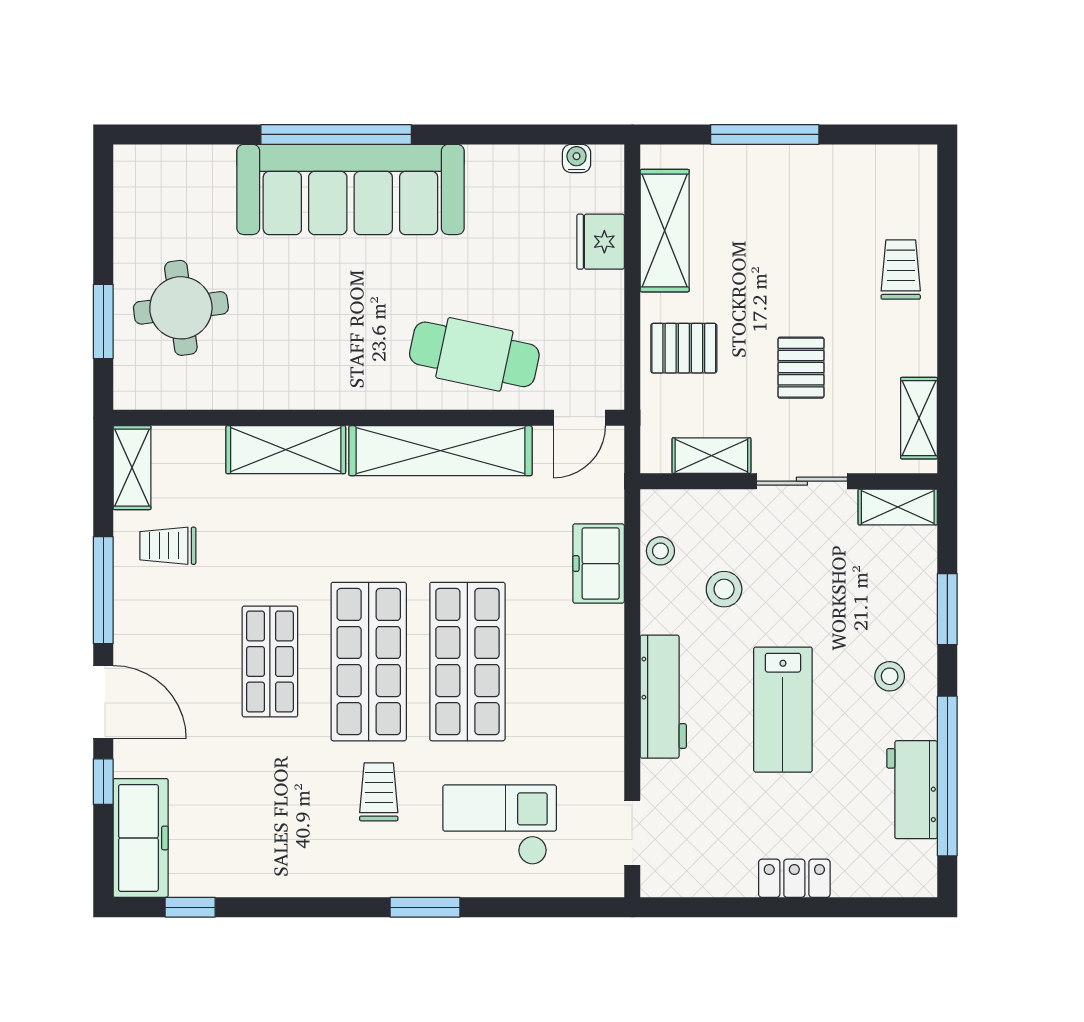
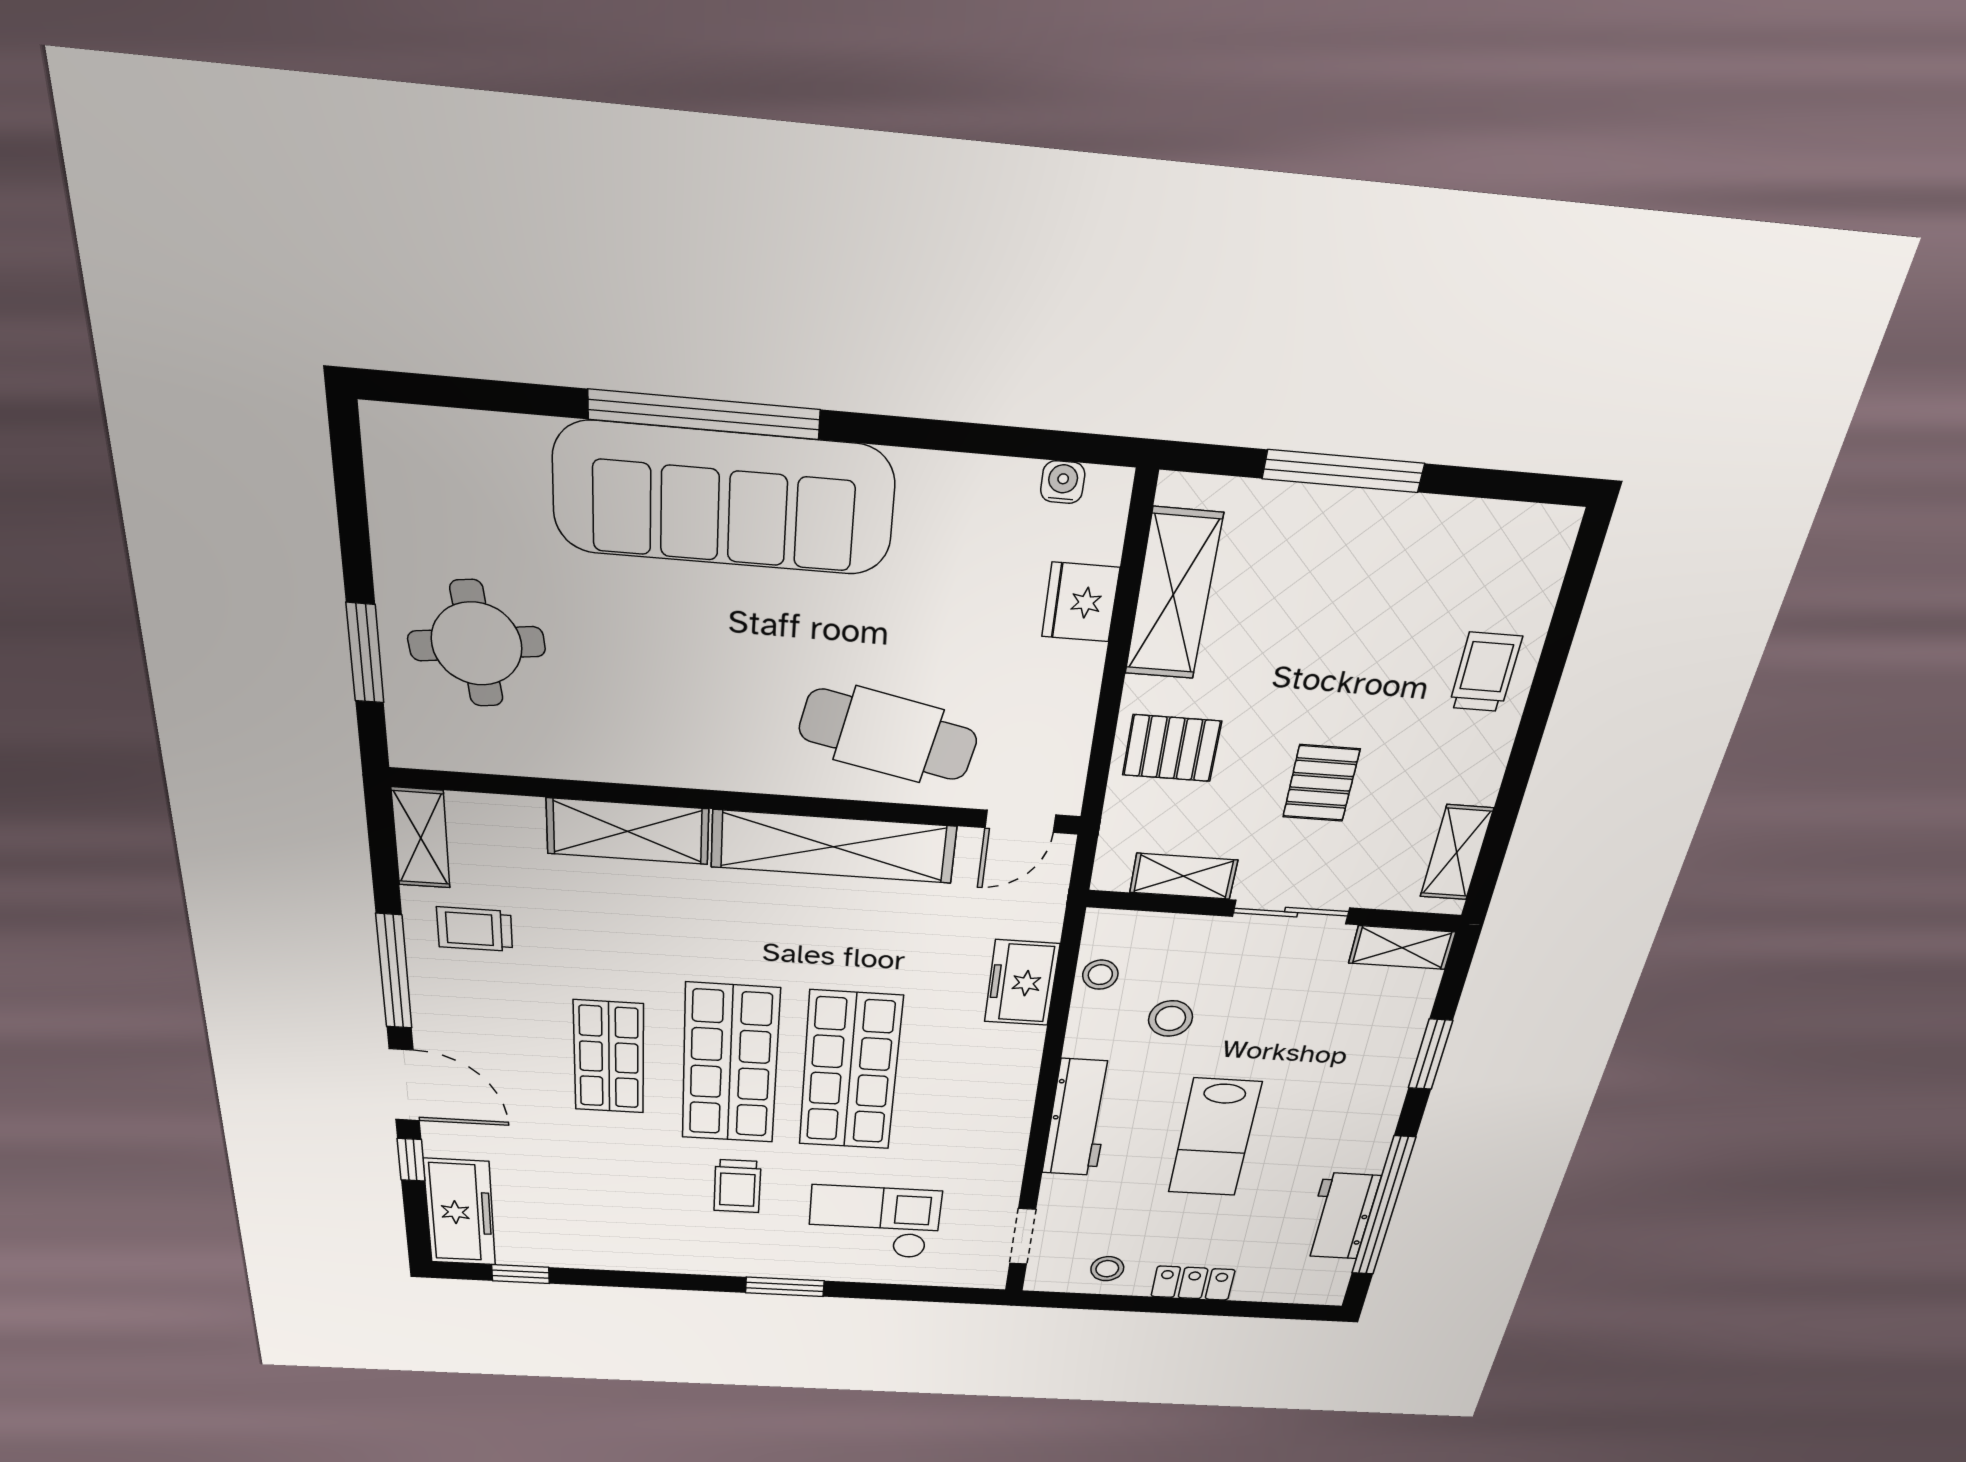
stool: (890, 676) -> (1107, 1269), moved
trolley: (379, 792) -> (737, 1186), turned 180

